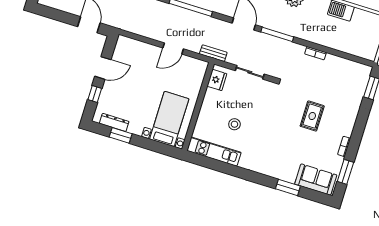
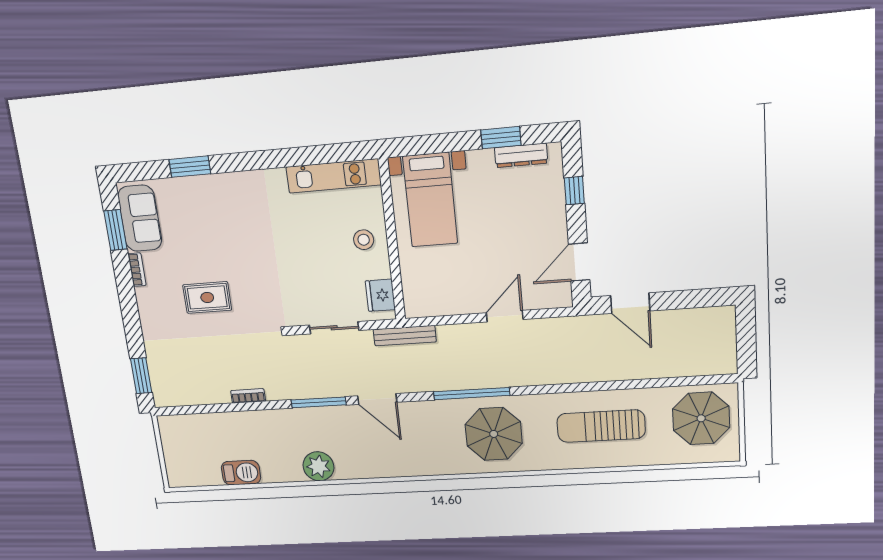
door: (173, 48) -> (505, 316), moved
bench: (213, 53) -> (405, 336), width x1.36
door: (103, 68) -> (579, 262), moved
rug: (312, 116) -> (207, 297), turned 90
stool: (234, 124) -> (364, 240), moved
sofa: (316, 180) -> (140, 218), moved, turned -90

